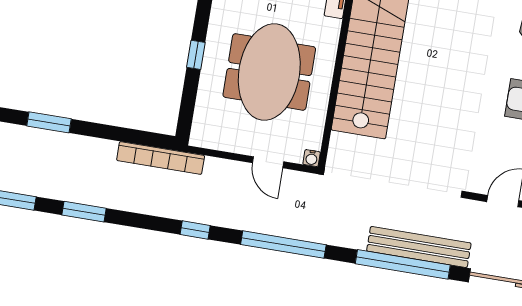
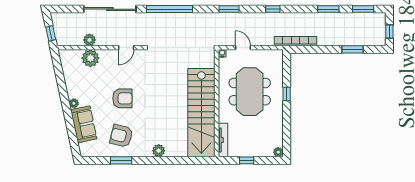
window: (283, 245) -> (229, 9), width x0.47
bench: (419, 247) -> (163, 19), removed

